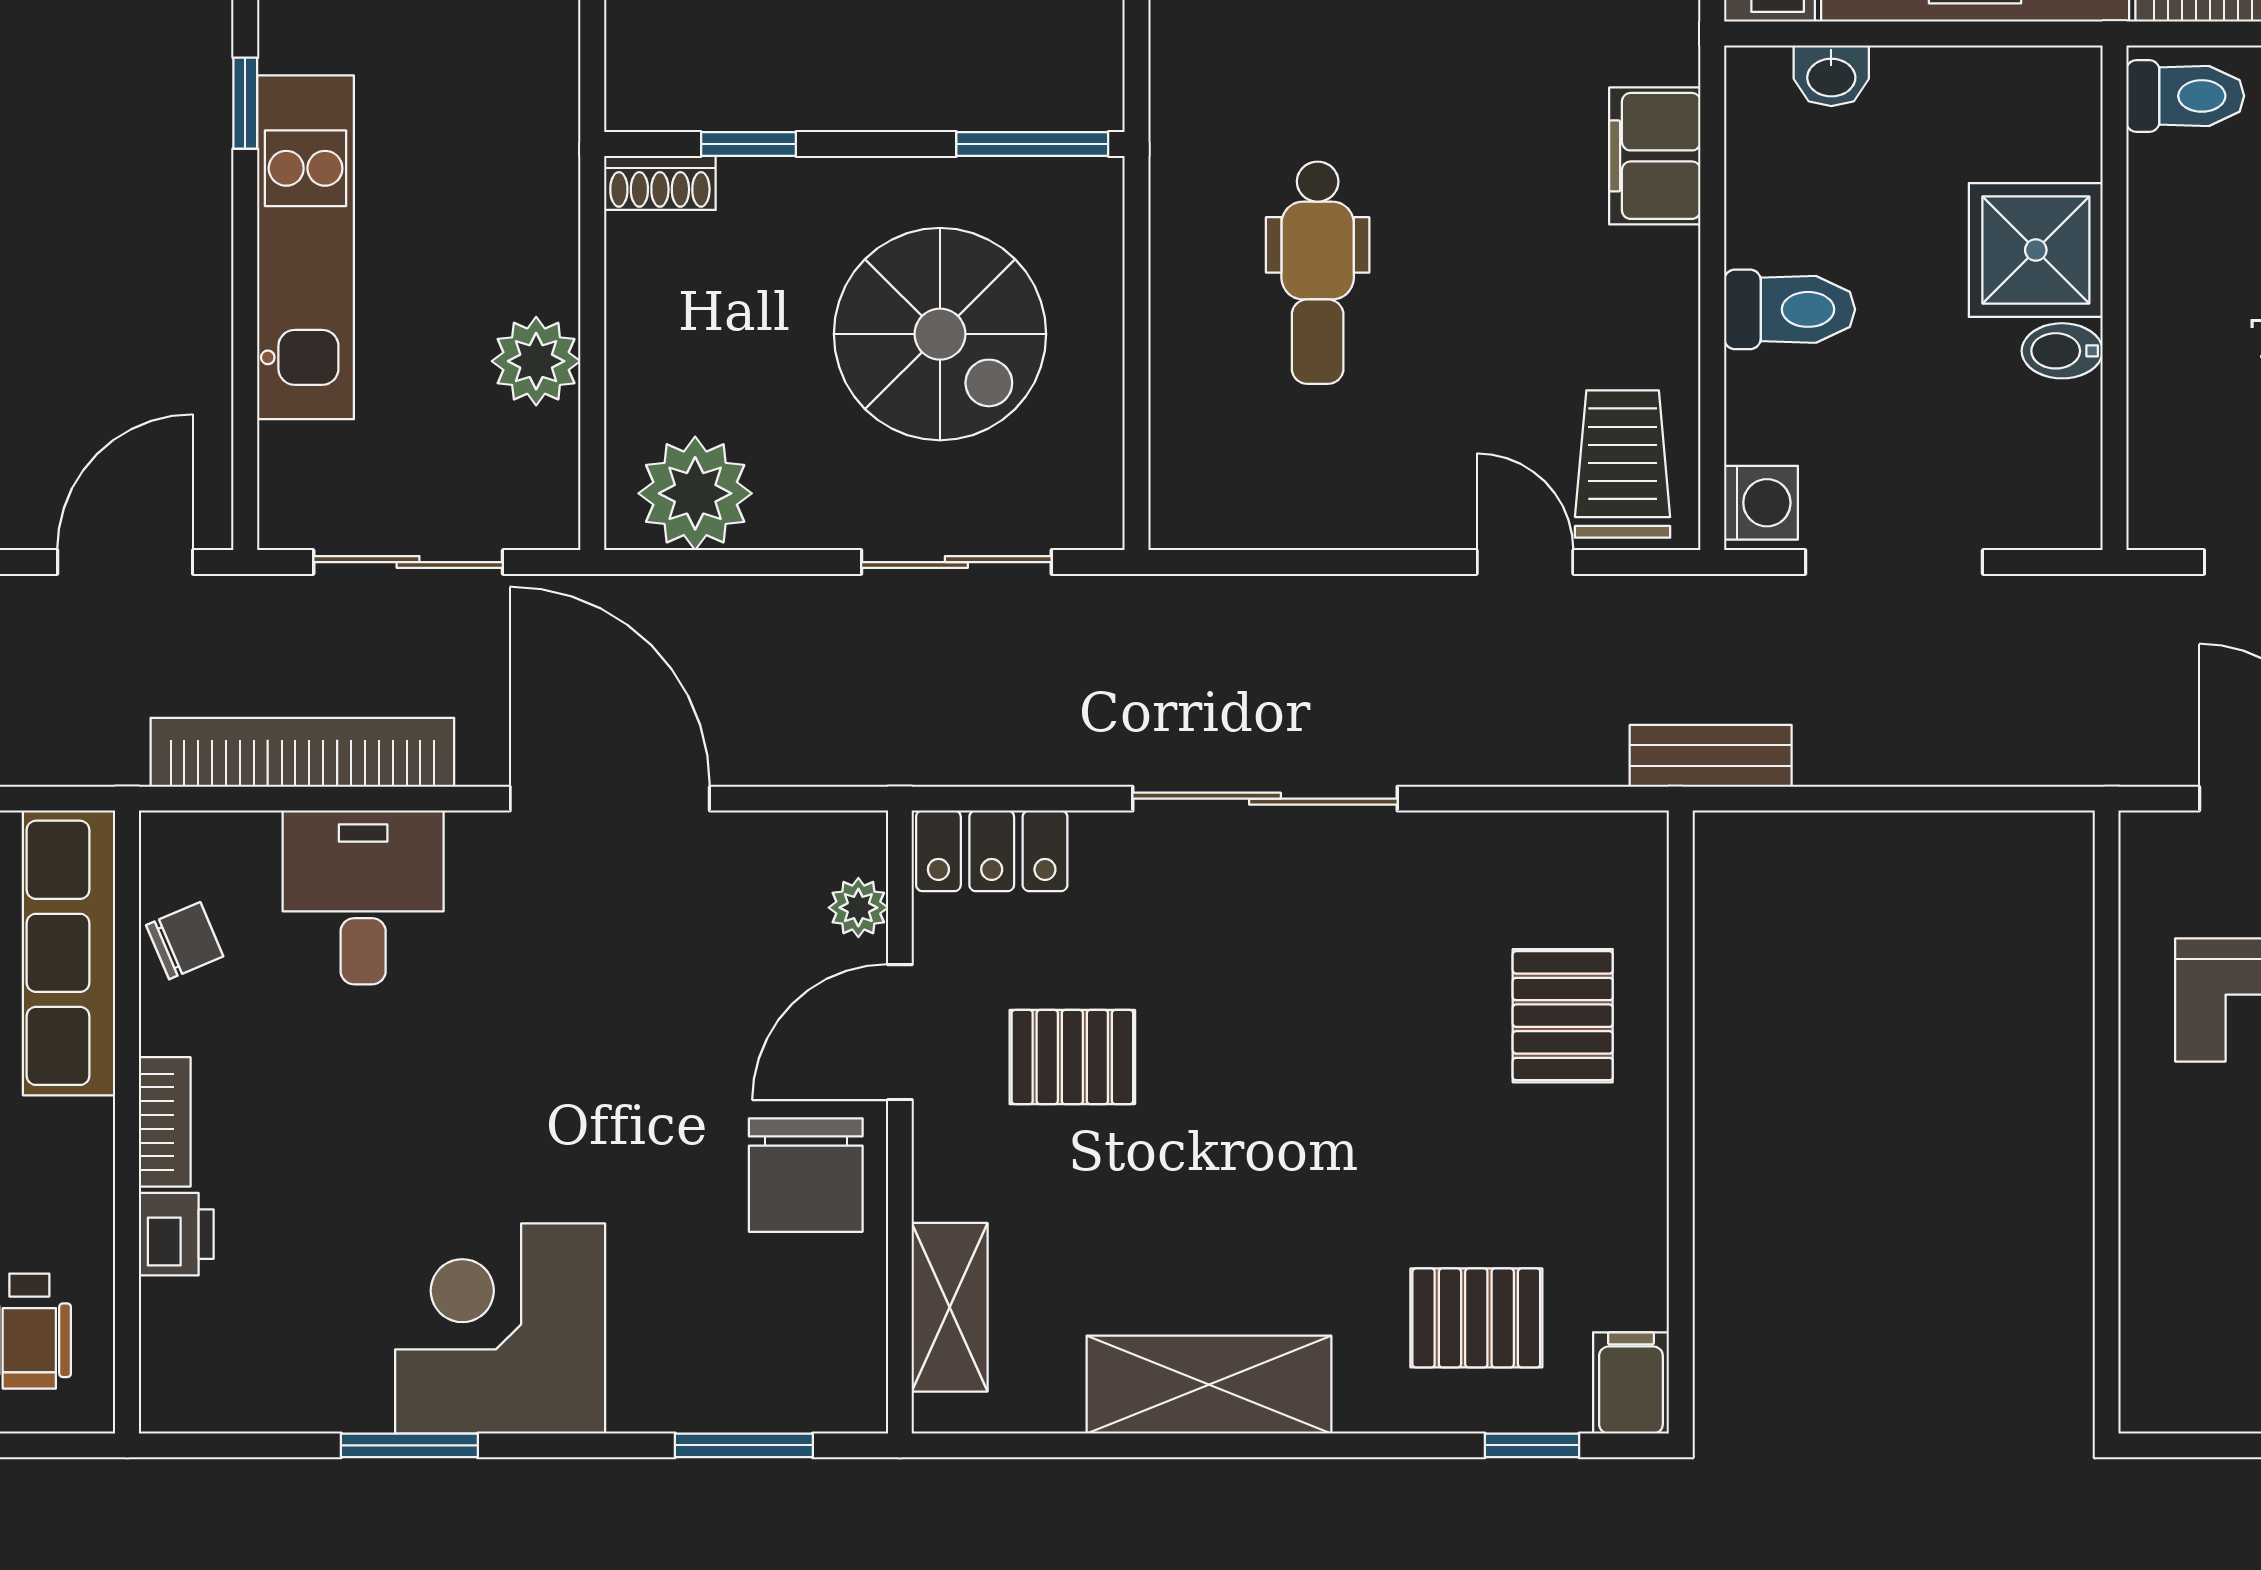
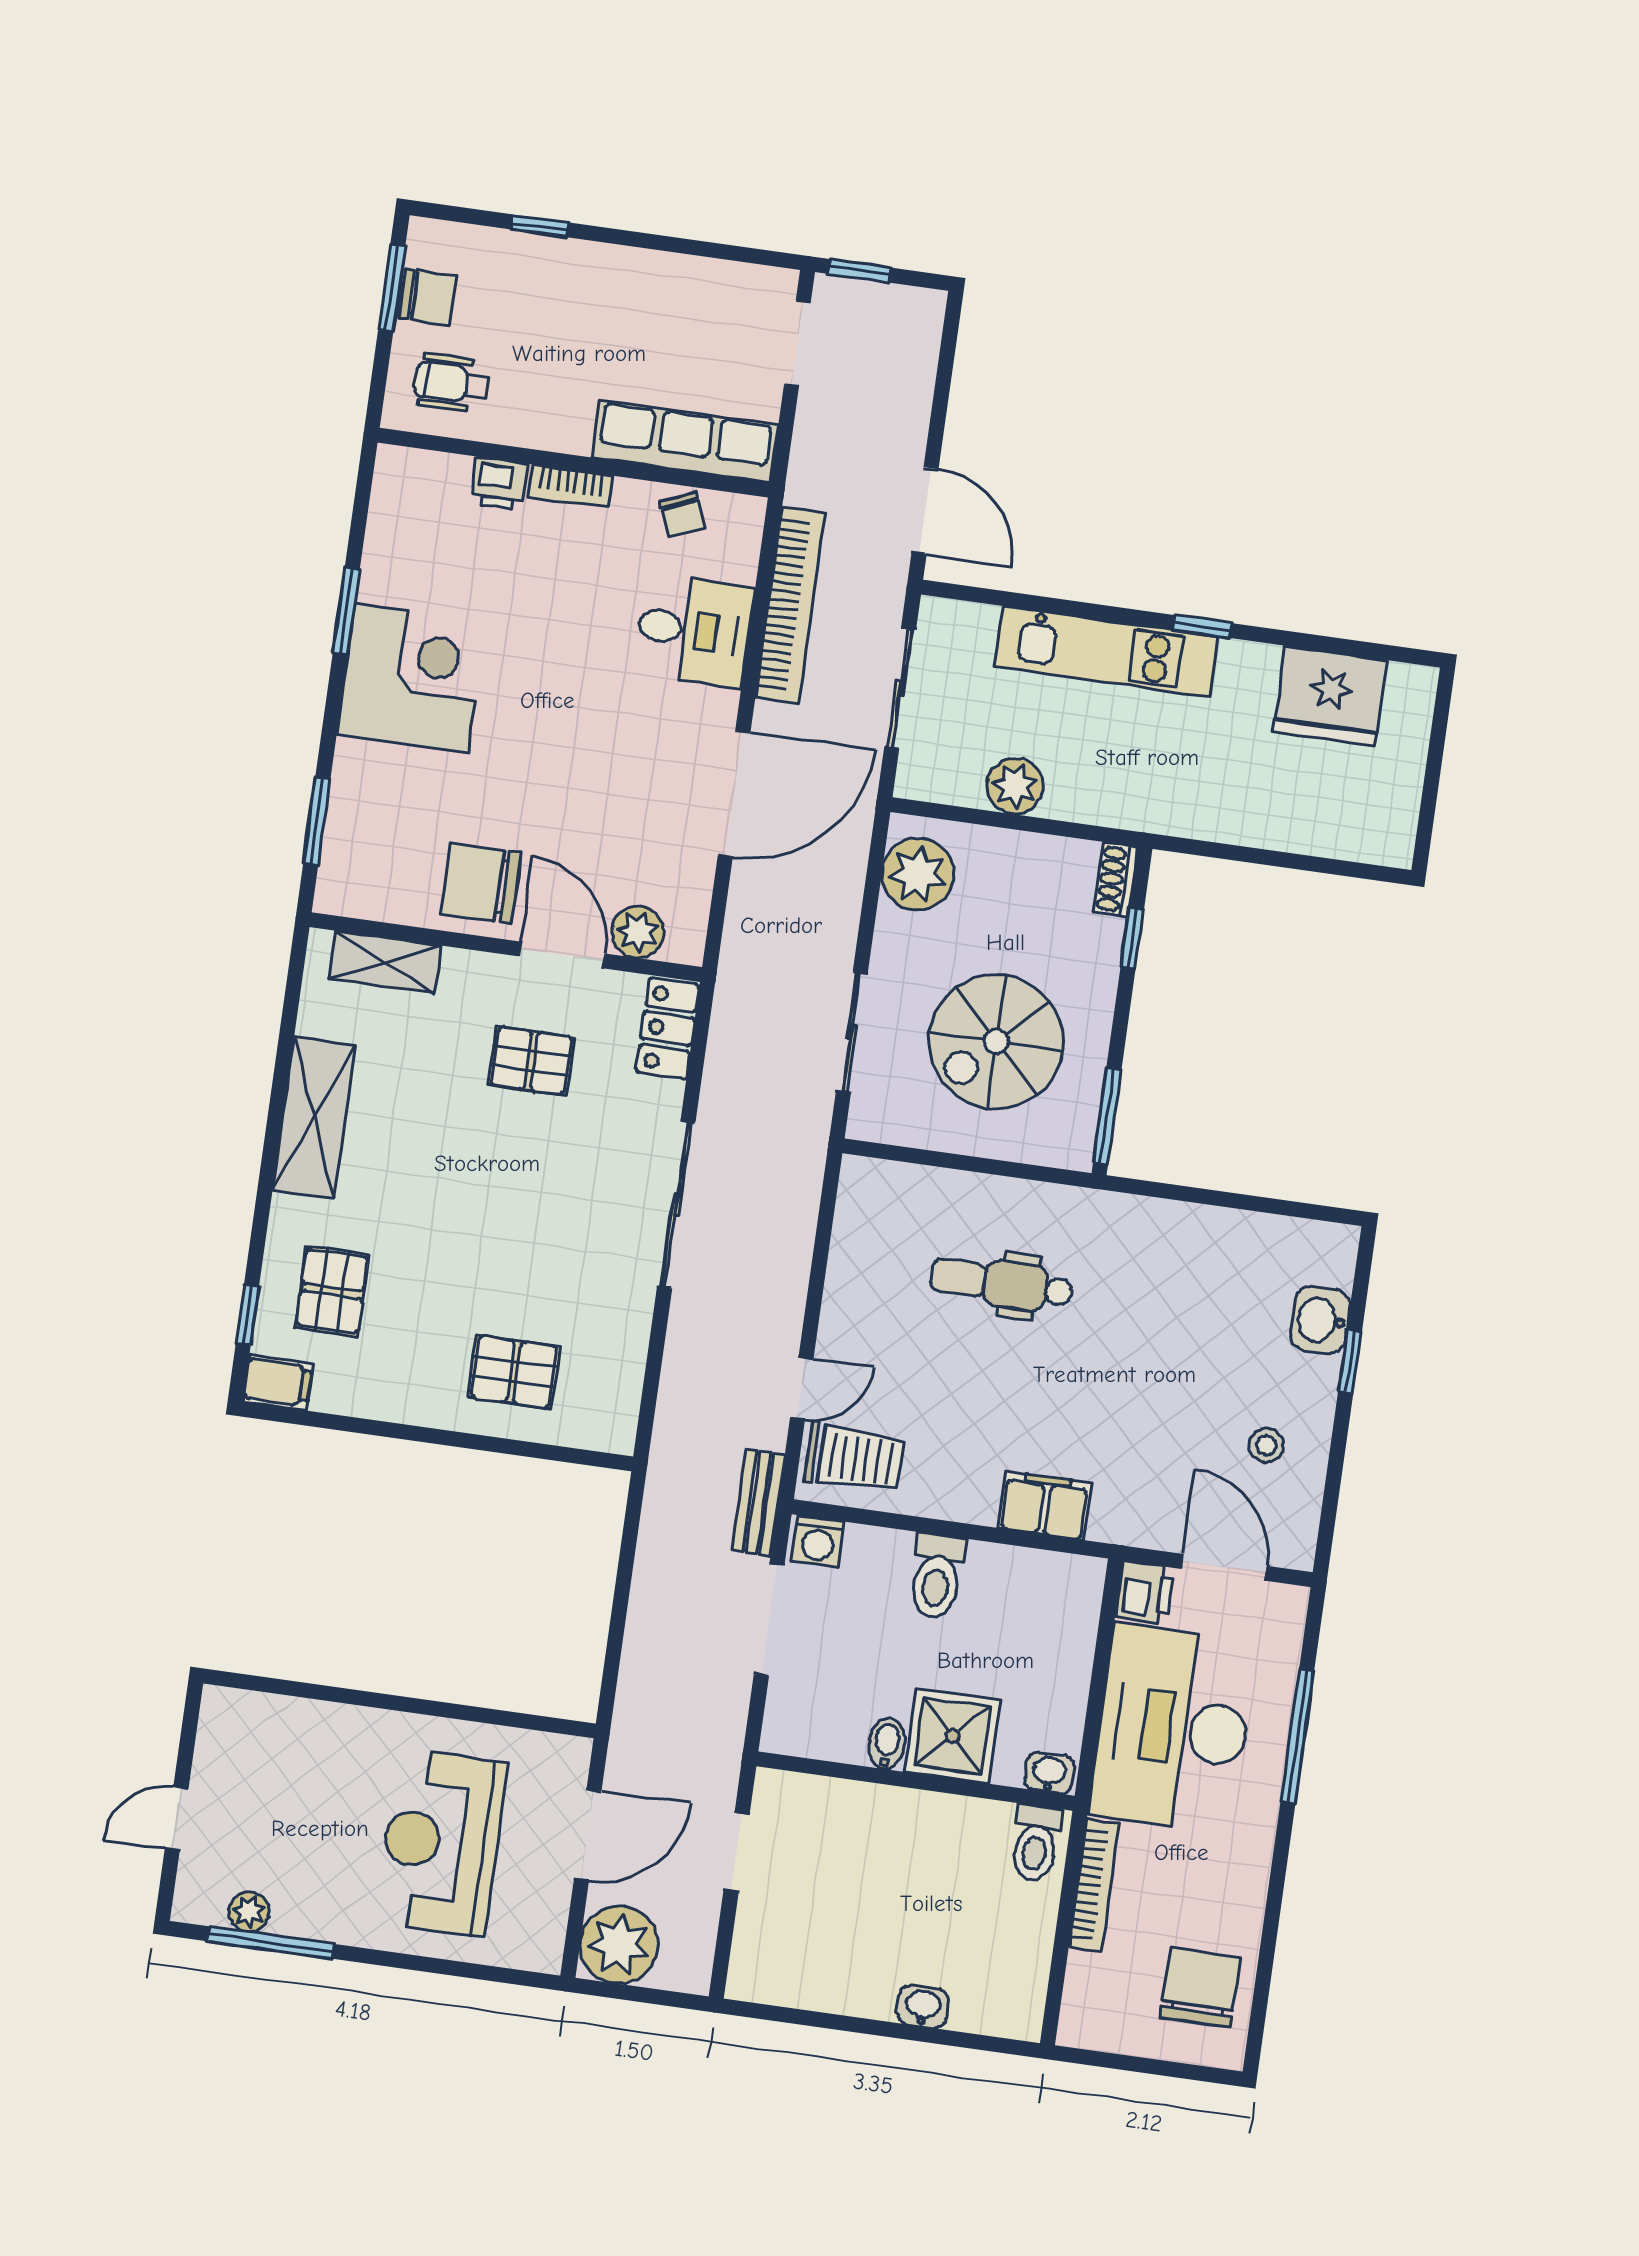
washbasin: (1831, 76) -> (1049, 1773), moved, turned 90
bench: (1711, 756) -> (758, 1503), moved
plant: (858, 908) -> (638, 932), width x1.38, depth x1.38
pallet: (1072, 1057) -> (531, 1061), turned 90

